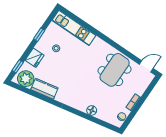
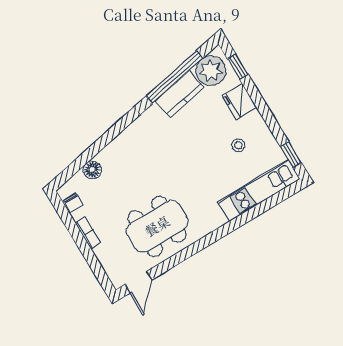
window: (39, 35) -> (291, 155), moved
dining table: (115, 70) -> (157, 226), turned 90
window: (37, 95) -> (174, 77), added
floor lamp: (92, 110) -> (92, 170), moved

